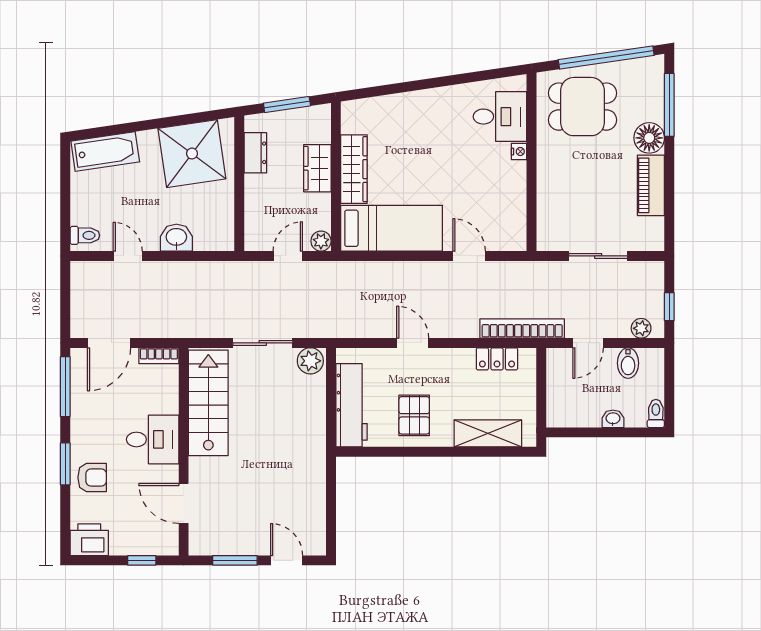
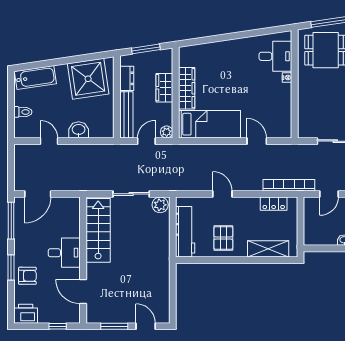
bench: (255, 213) -> (126, 115), added
toilet: (85, 235) -> (23, 112), moved
bookcase: (159, 356) -> (68, 202), removed

